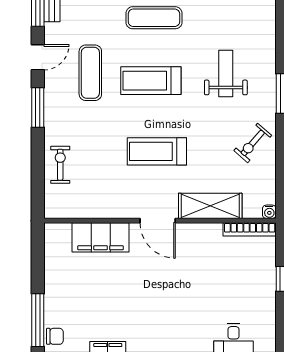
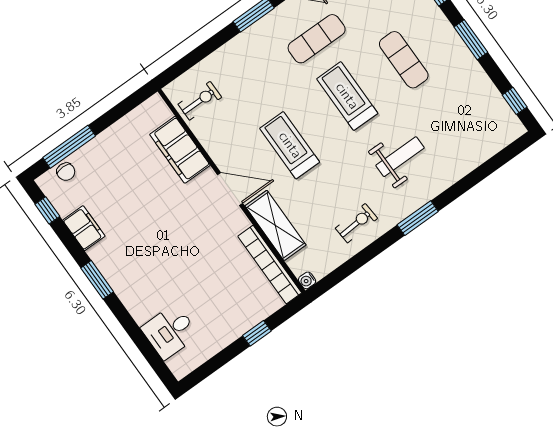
exercise bike: (253, 143) -> (356, 223), turned 135
exercise bike: (60, 165) -> (200, 101), moved
door: (158, 221) -> (230, 189), swing flipped
bookcase: (250, 229) -> (270, 265), width x1.48, depth x1.31

